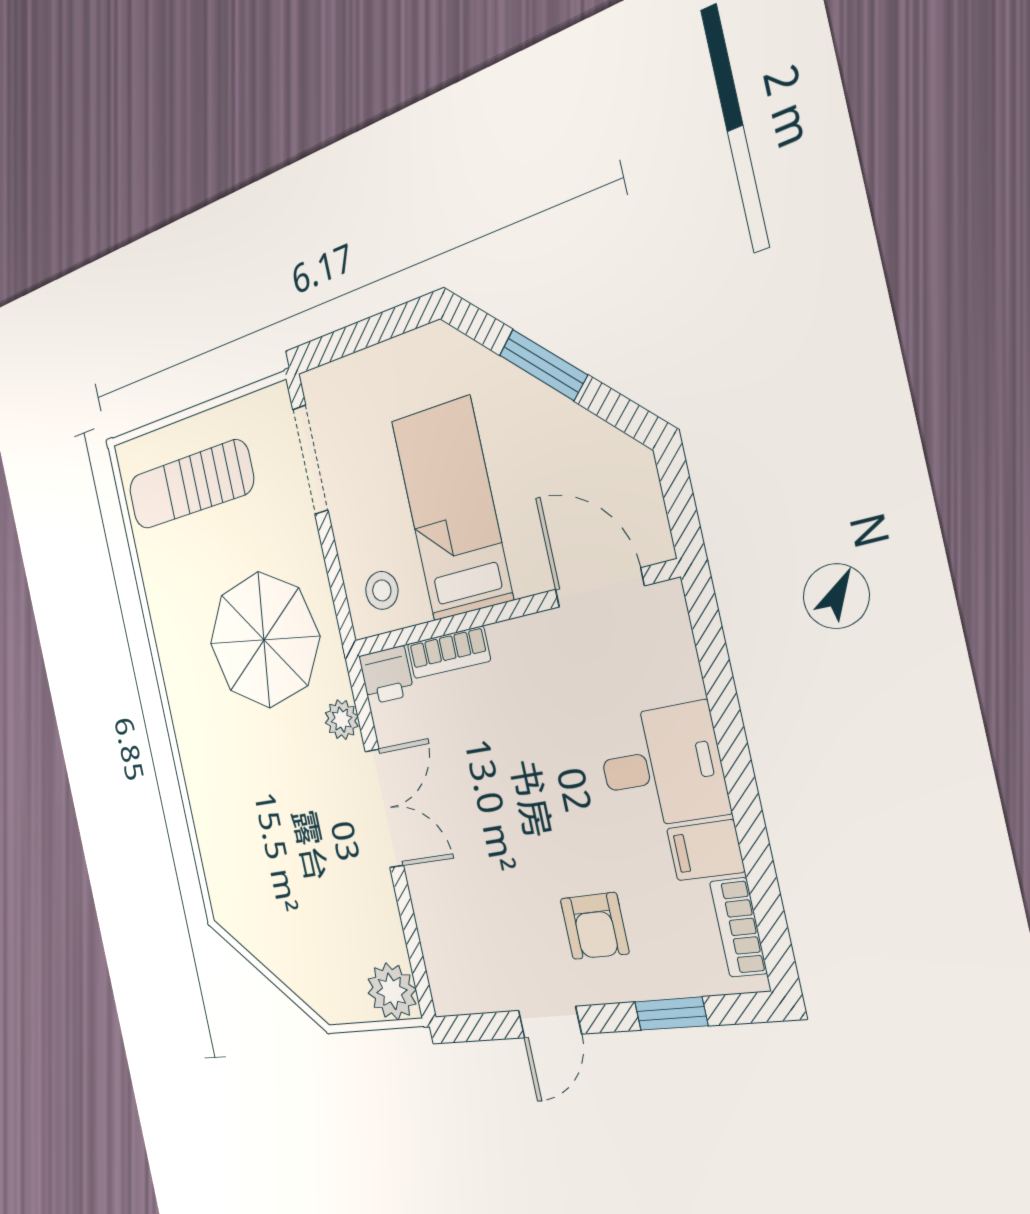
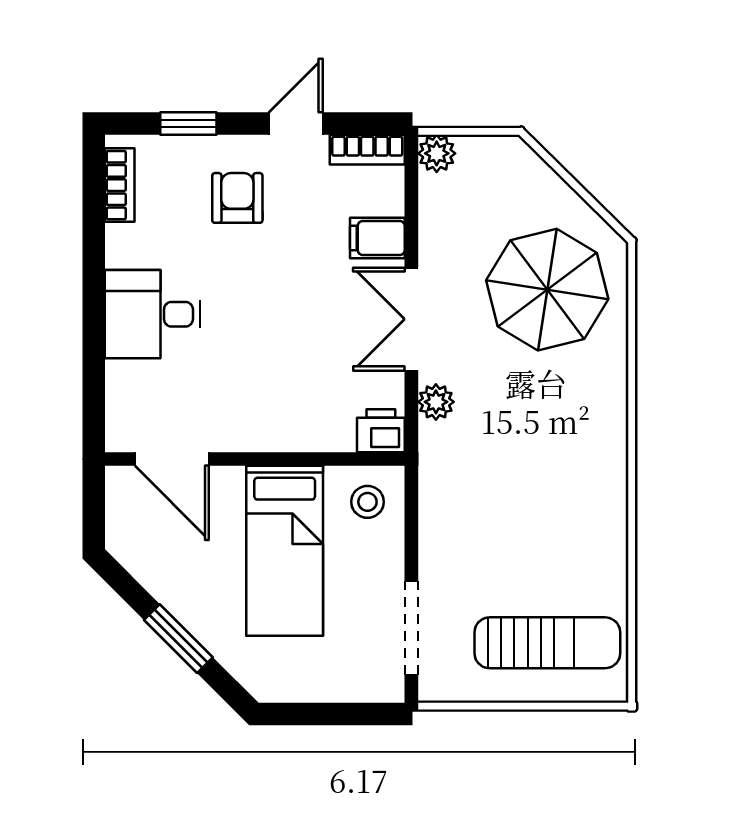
parasol: (264, 640) -> (547, 290), moved
bookcase: (449, 652) -> (367, 150), moved, turned 180
filing cabinet: (705, 850) -> (377, 238), moved, turned 180
plant: (392, 991) -> (437, 153), width x0.73, depth x0.73

